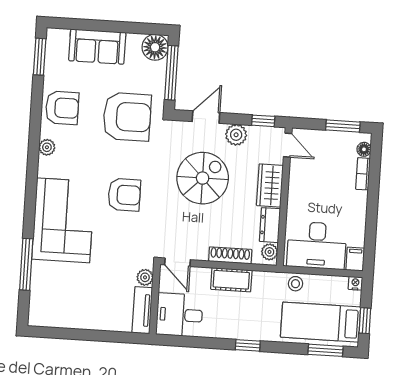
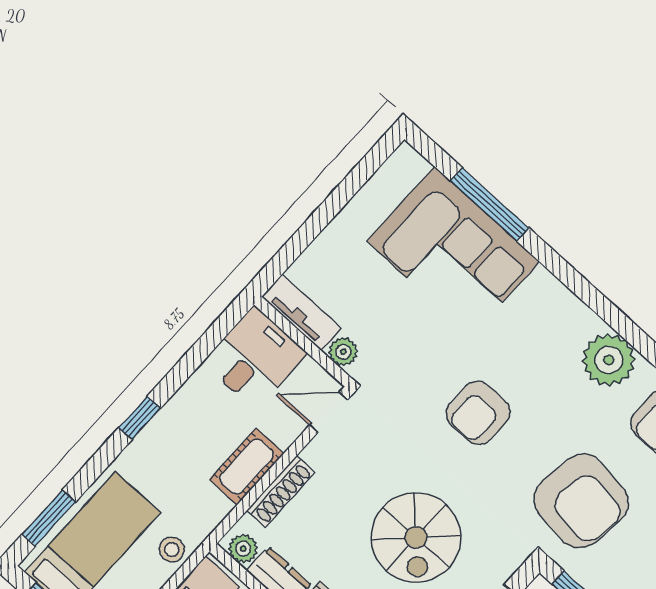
armchair: (127, 117) -> (581, 501), turned -83
plant: (47, 147) -> (609, 360), width x1.88, depth x1.88
corner sofa: (63, 220) -> (453, 251), moved

